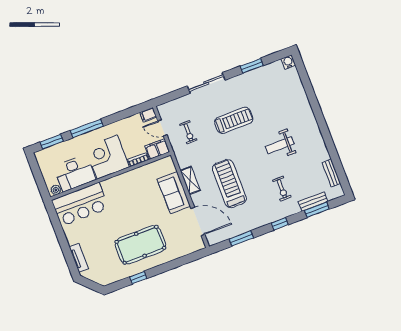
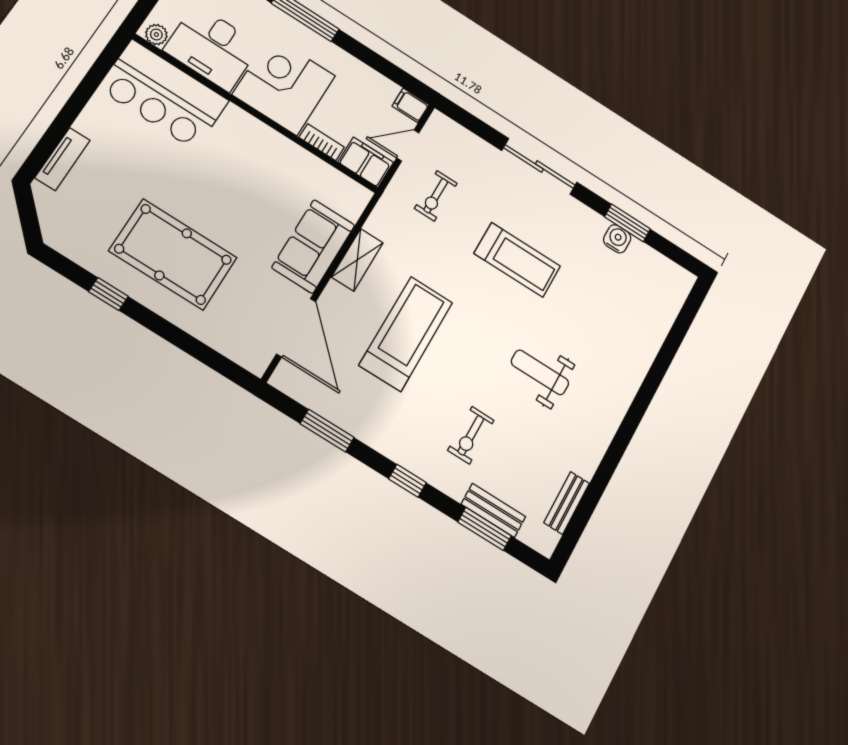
water cooler: (288, 62) -> (617, 239), moved
door: (162, 128) -> (408, 145), hinge flipped

